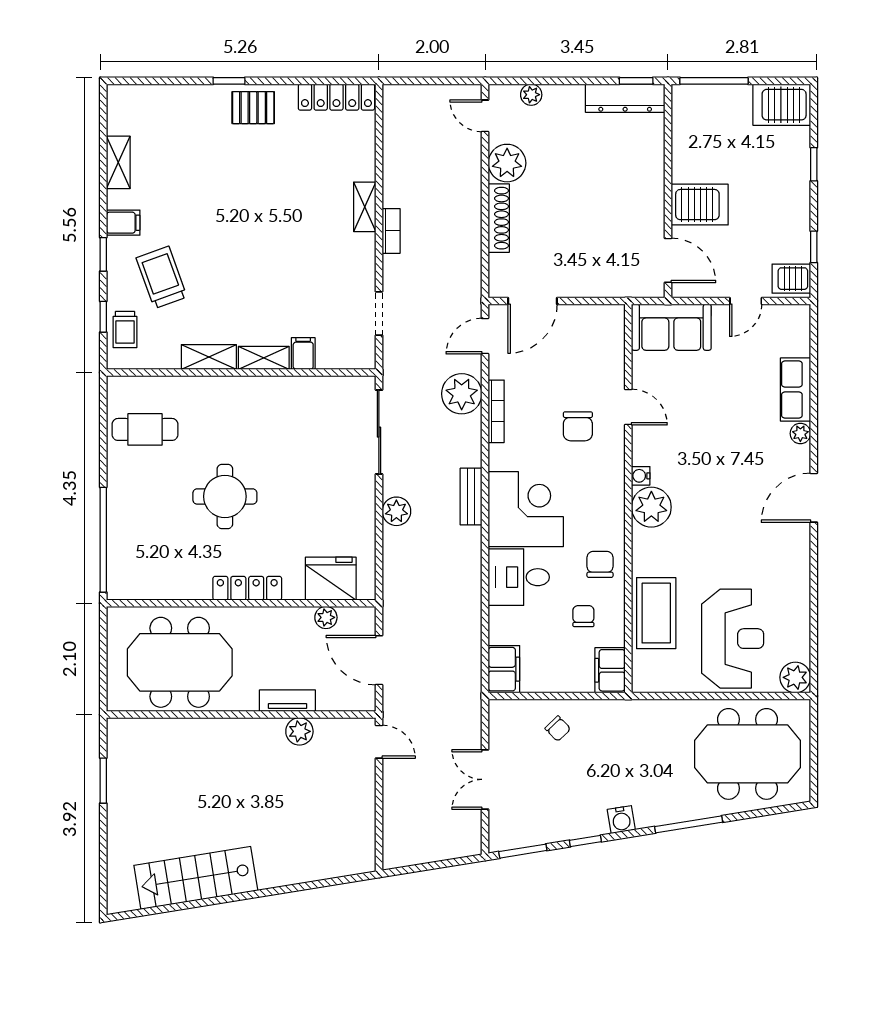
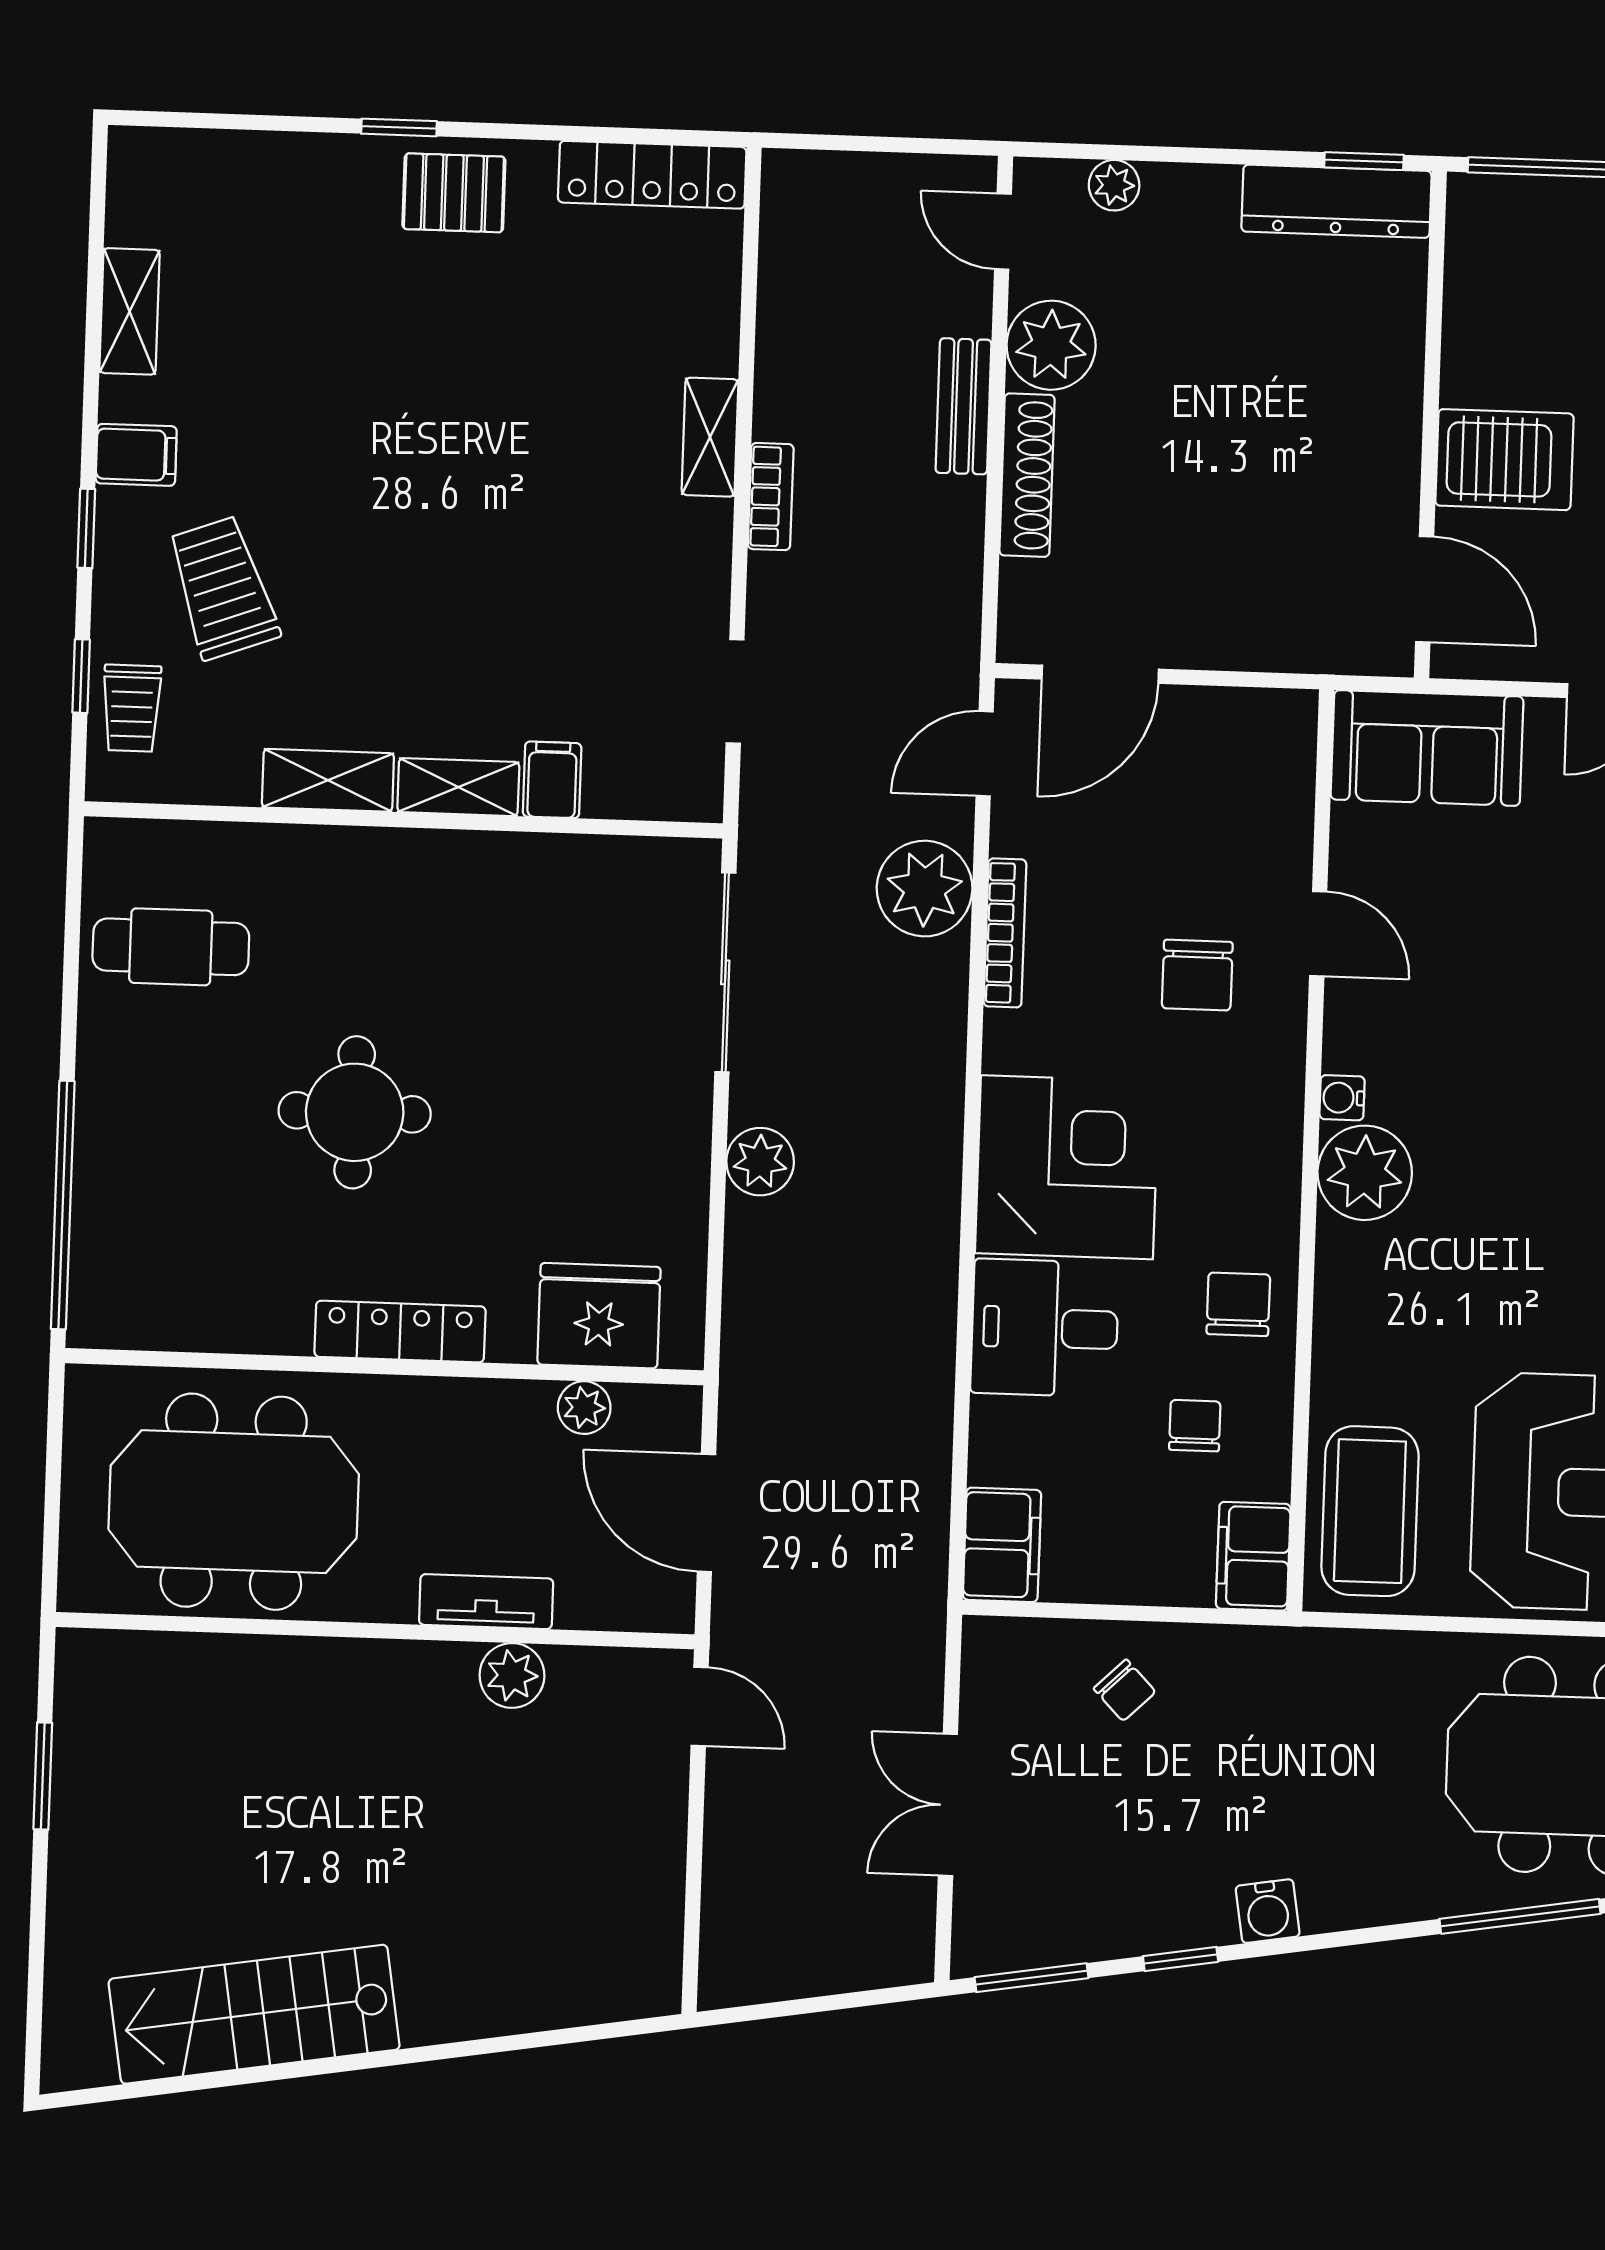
bench: (471, 497) -> (963, 406), moved
coffee table: (656, 613) -> (1370, 1511), moved
window: (689, 824) -> (1520, 1916), moved

